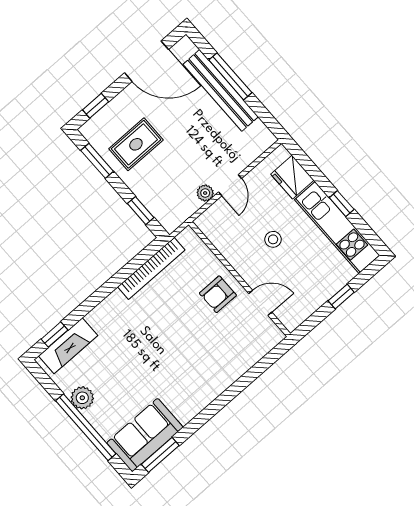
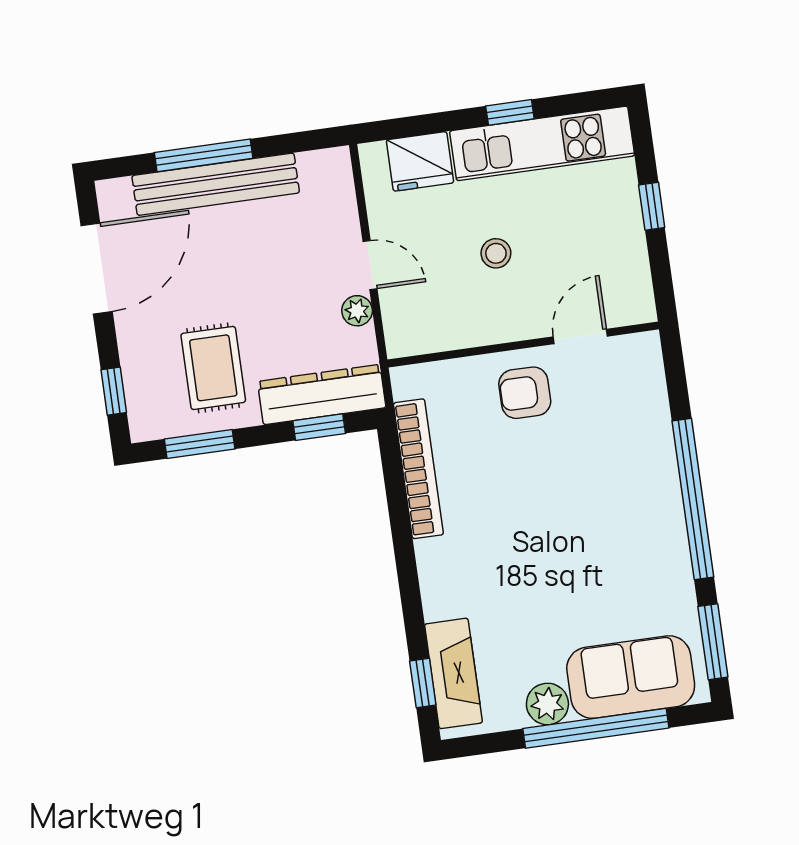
dresser: (156, 202) -> (322, 395), added
armchair: (218, 294) -> (525, 393), turned 90
window: (220, 403) -> (693, 499), added
sofa: (145, 435) -> (631, 677), moved, turned 90

